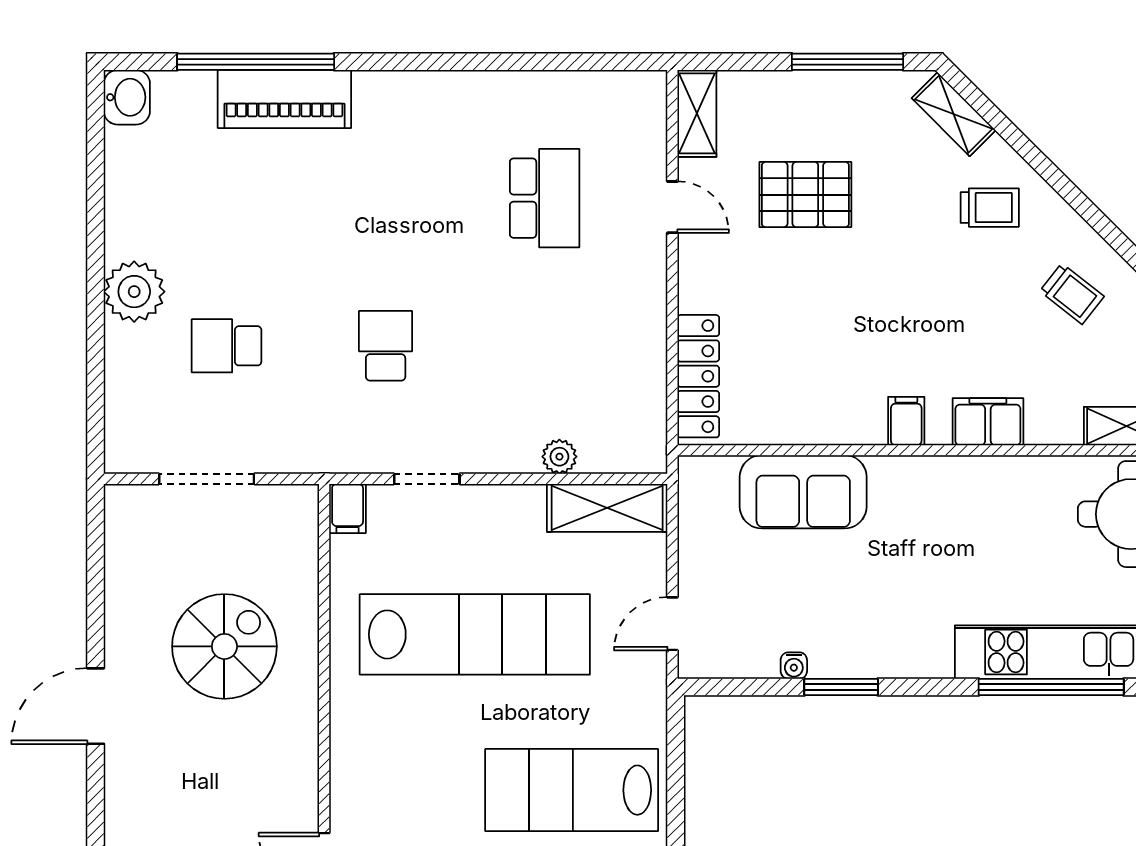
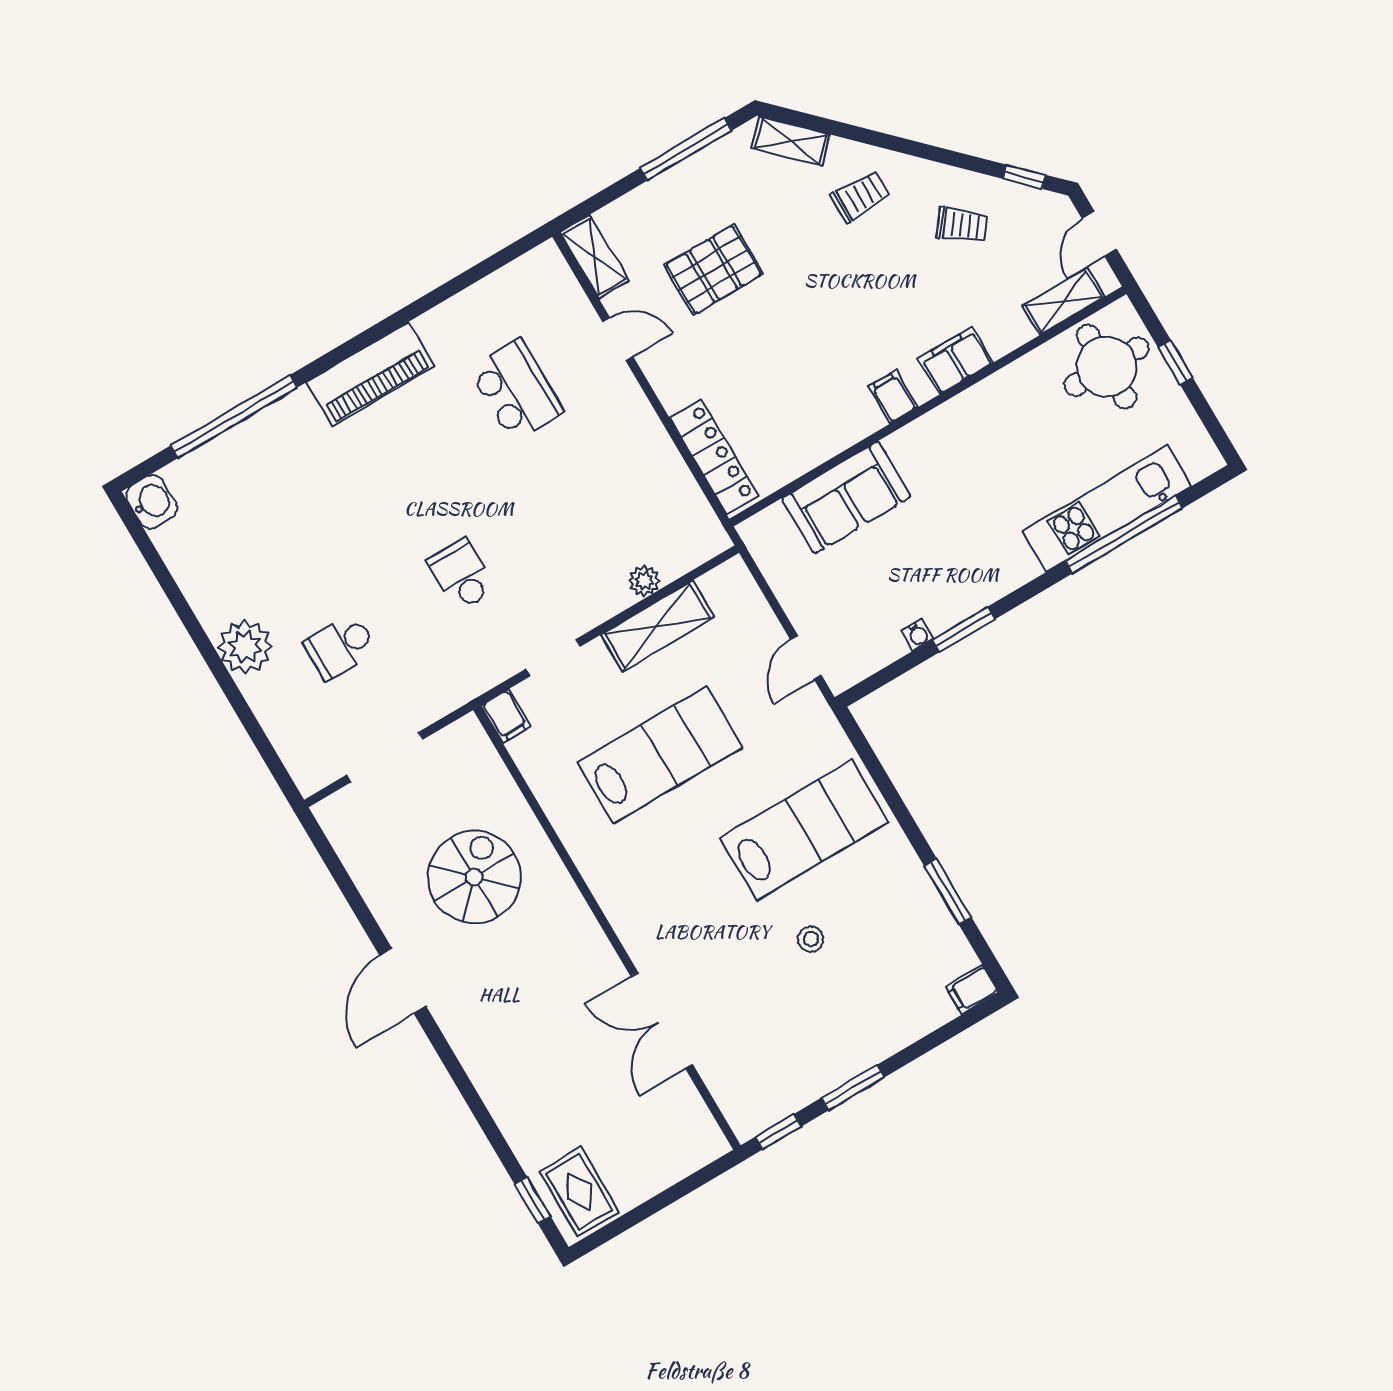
piano: (284, 99) -> (370, 374), moved
shelving: (607, 508) -> (657, 626), moved
lab bench: (475, 634) -> (660, 755), width x0.73
lab bench: (572, 790) -> (804, 830), turned 180

